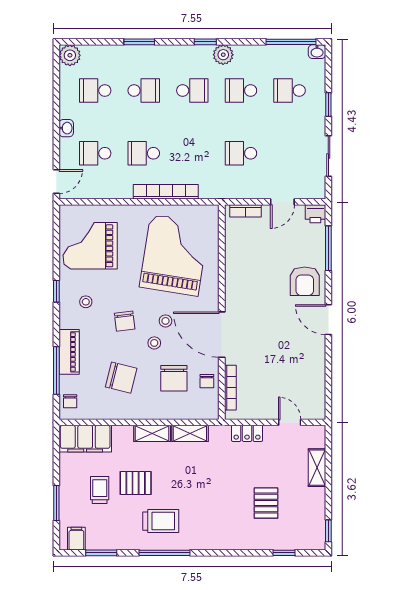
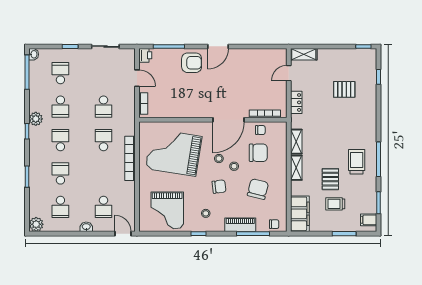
school desk: (290, 91) -> (60, 73), turned 180
school desk: (144, 153) -> (104, 140), moved, turned 180
shelving: (317, 468) -> (304, 54), moved

